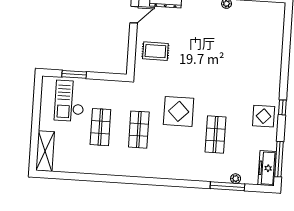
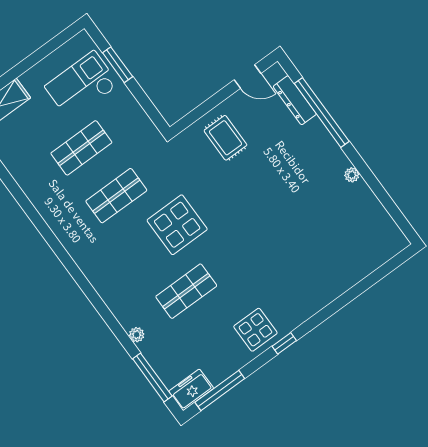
freezer: (267, 168) -> (191, 390), width x0.71
plant: (236, 179) -> (137, 335), moved
window: (227, 186) -> (152, 377), moved

